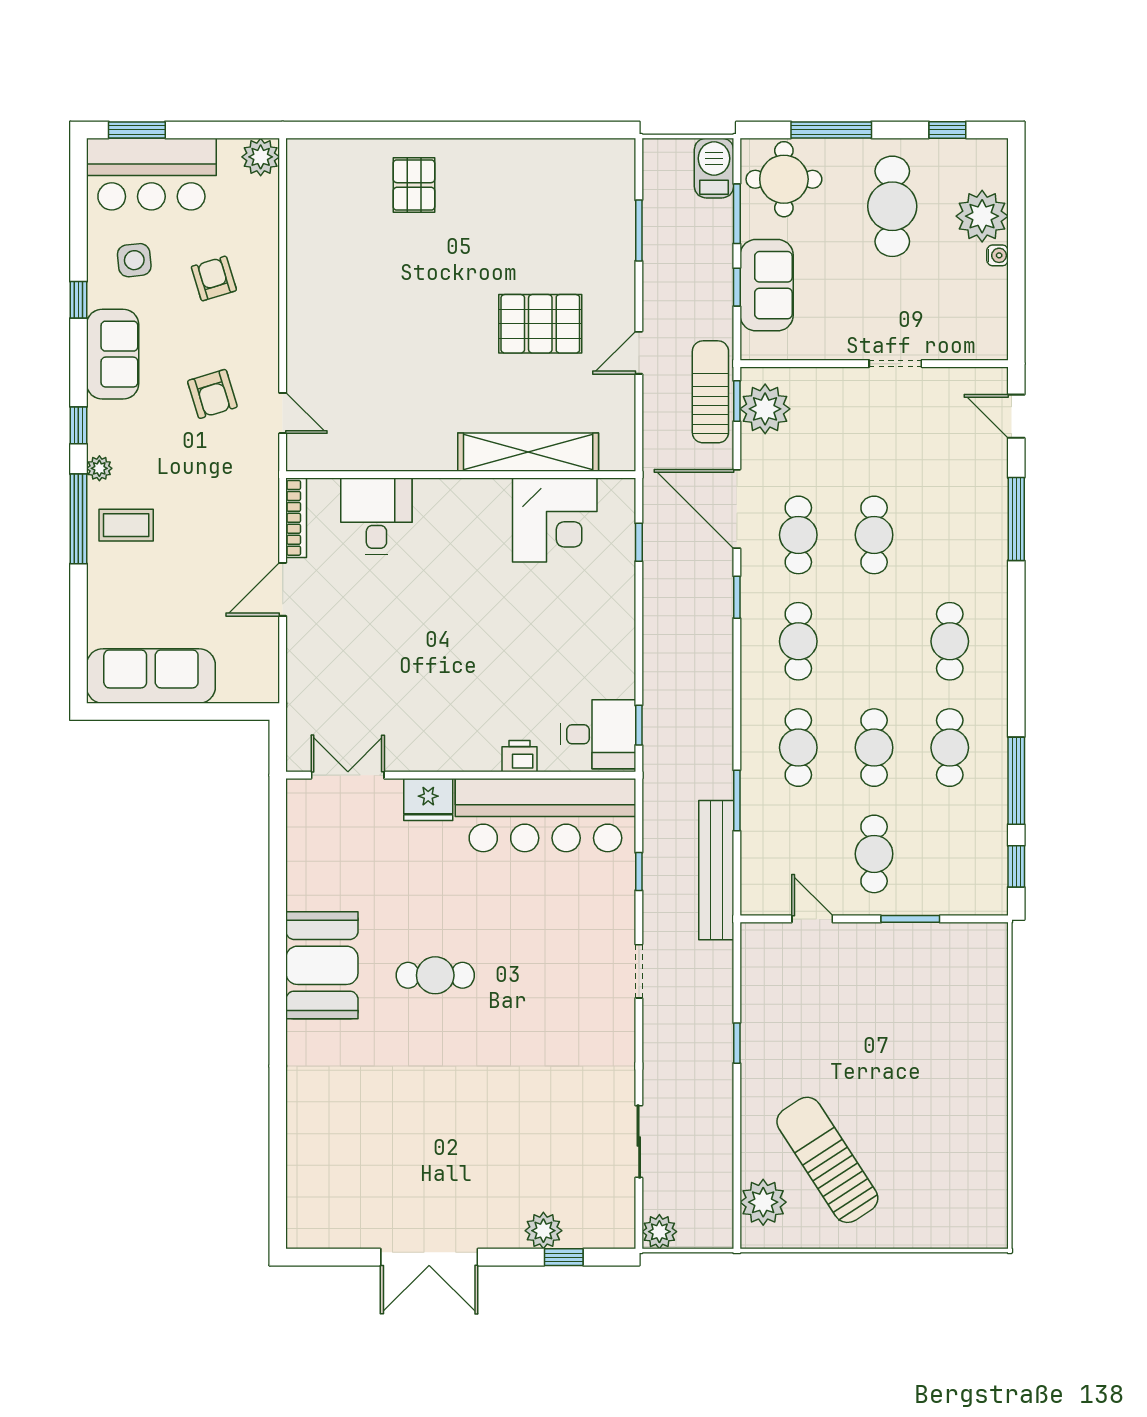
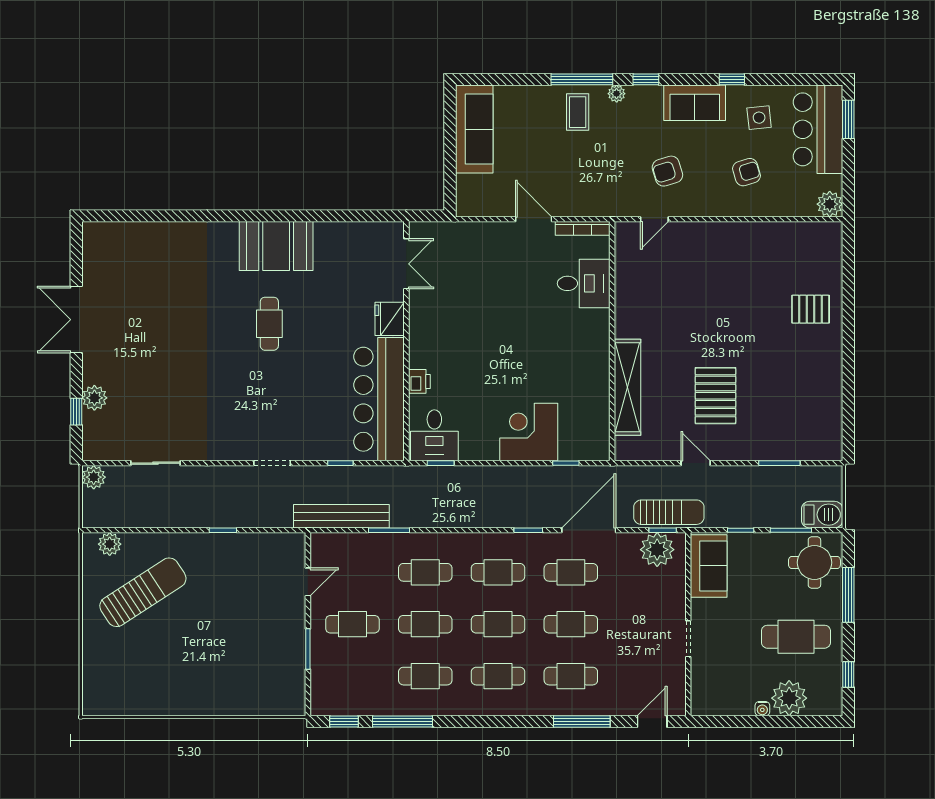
sofa: (767, 285) -> (709, 566), moved, turned -90
corner desk: (555, 520) -> (529, 432), moved, turned 90
cafe table: (950, 535) -> (571, 676), added
cafe table: (874, 641) -> (498, 624), added
plant: (763, 1202) -> (110, 544), width x0.73, depth x0.73

